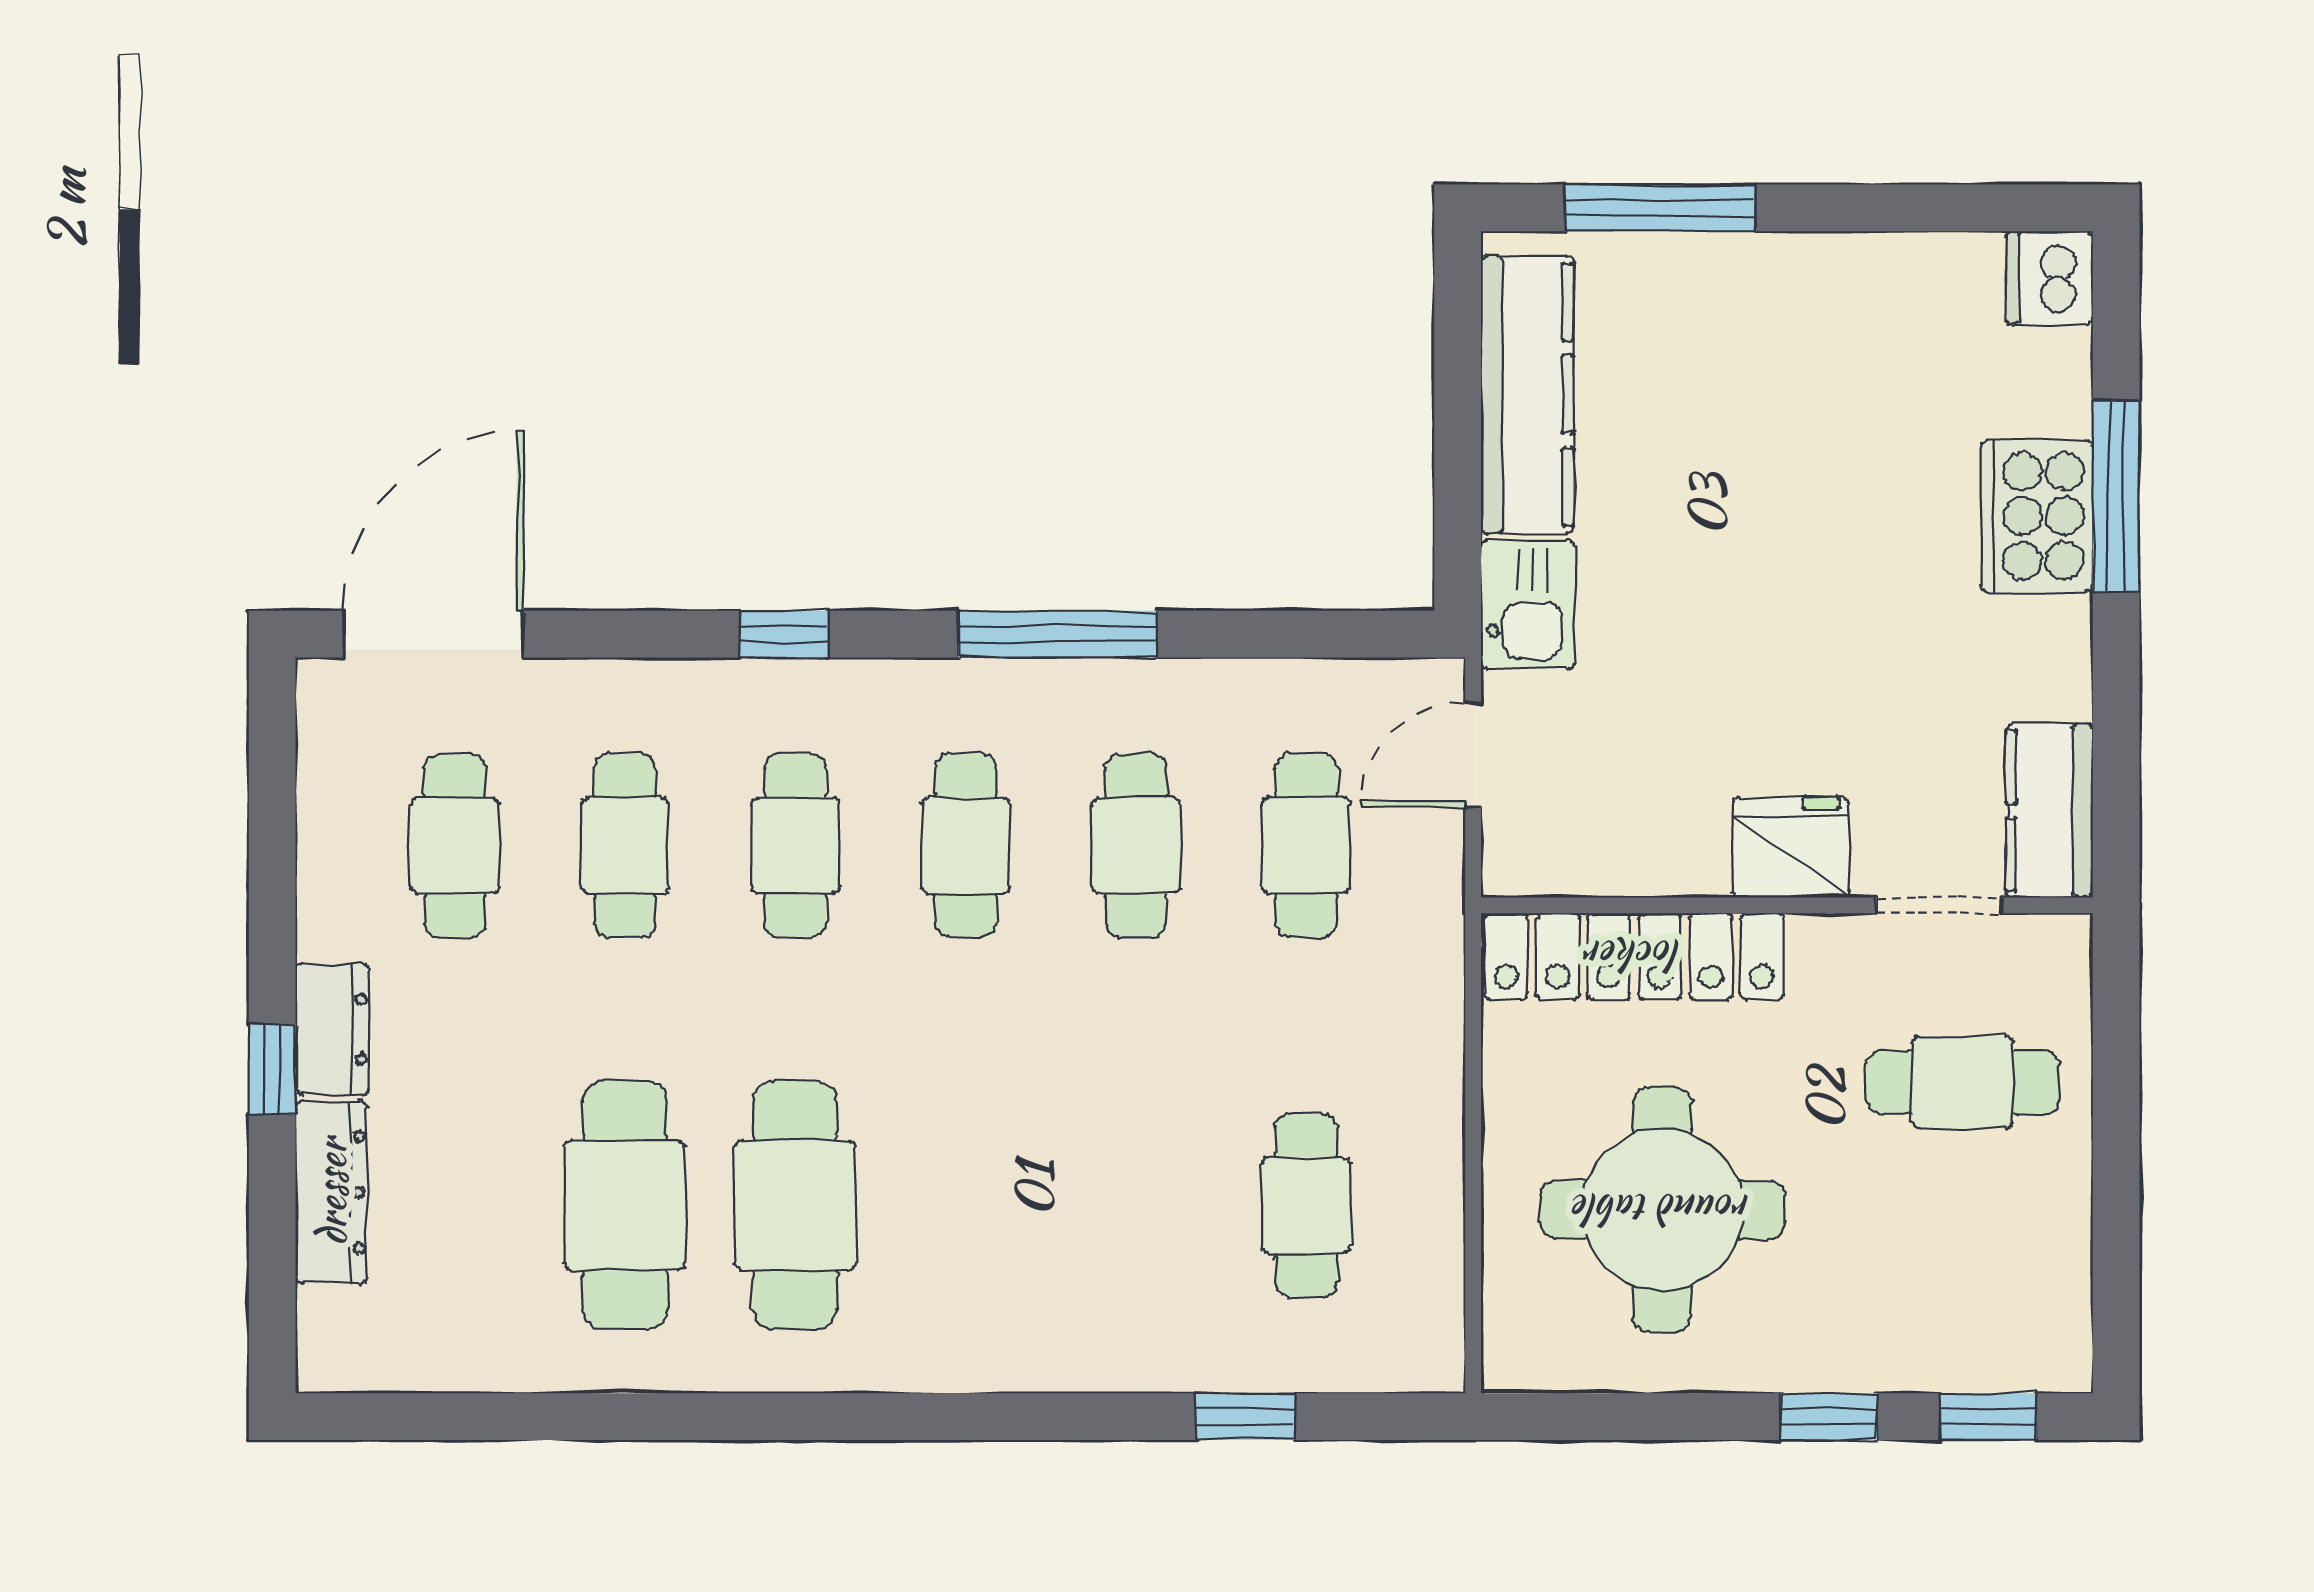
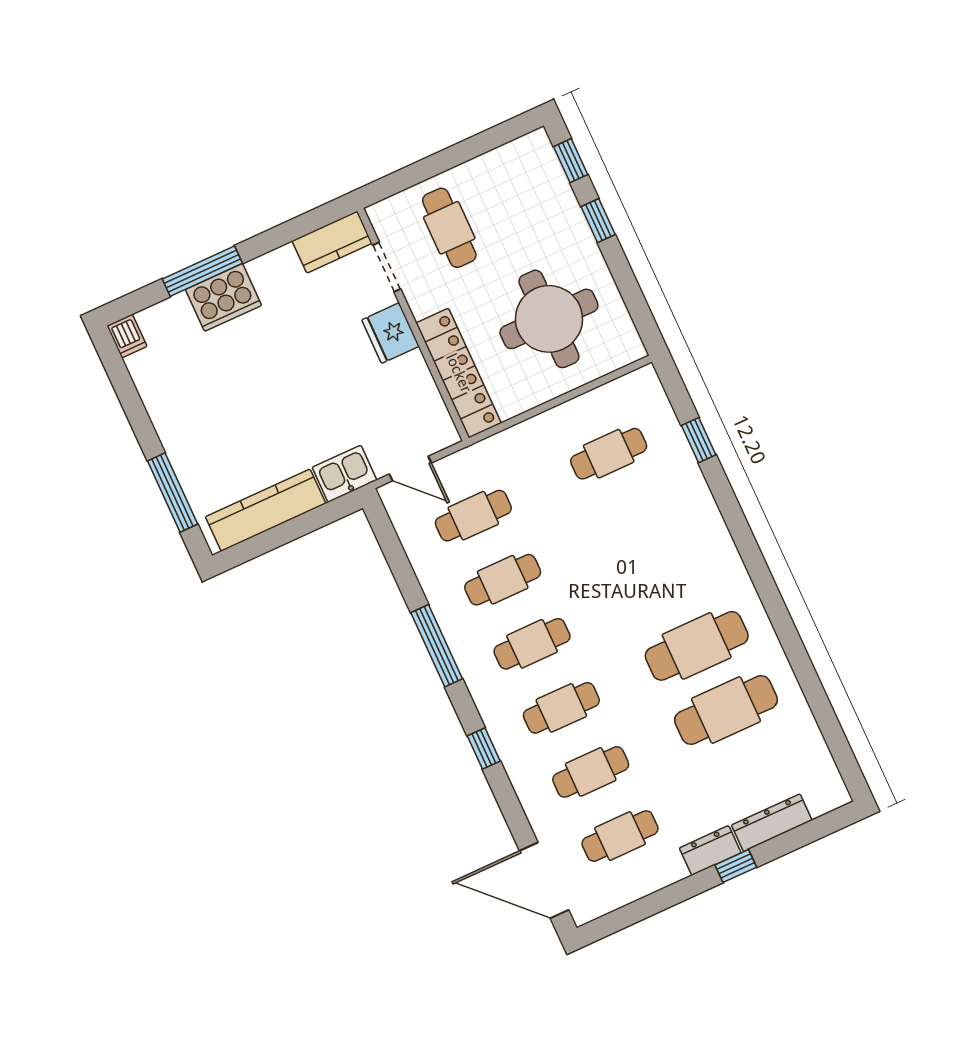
dishwasher: (2049, 278) -> (127, 336), width x0.73

